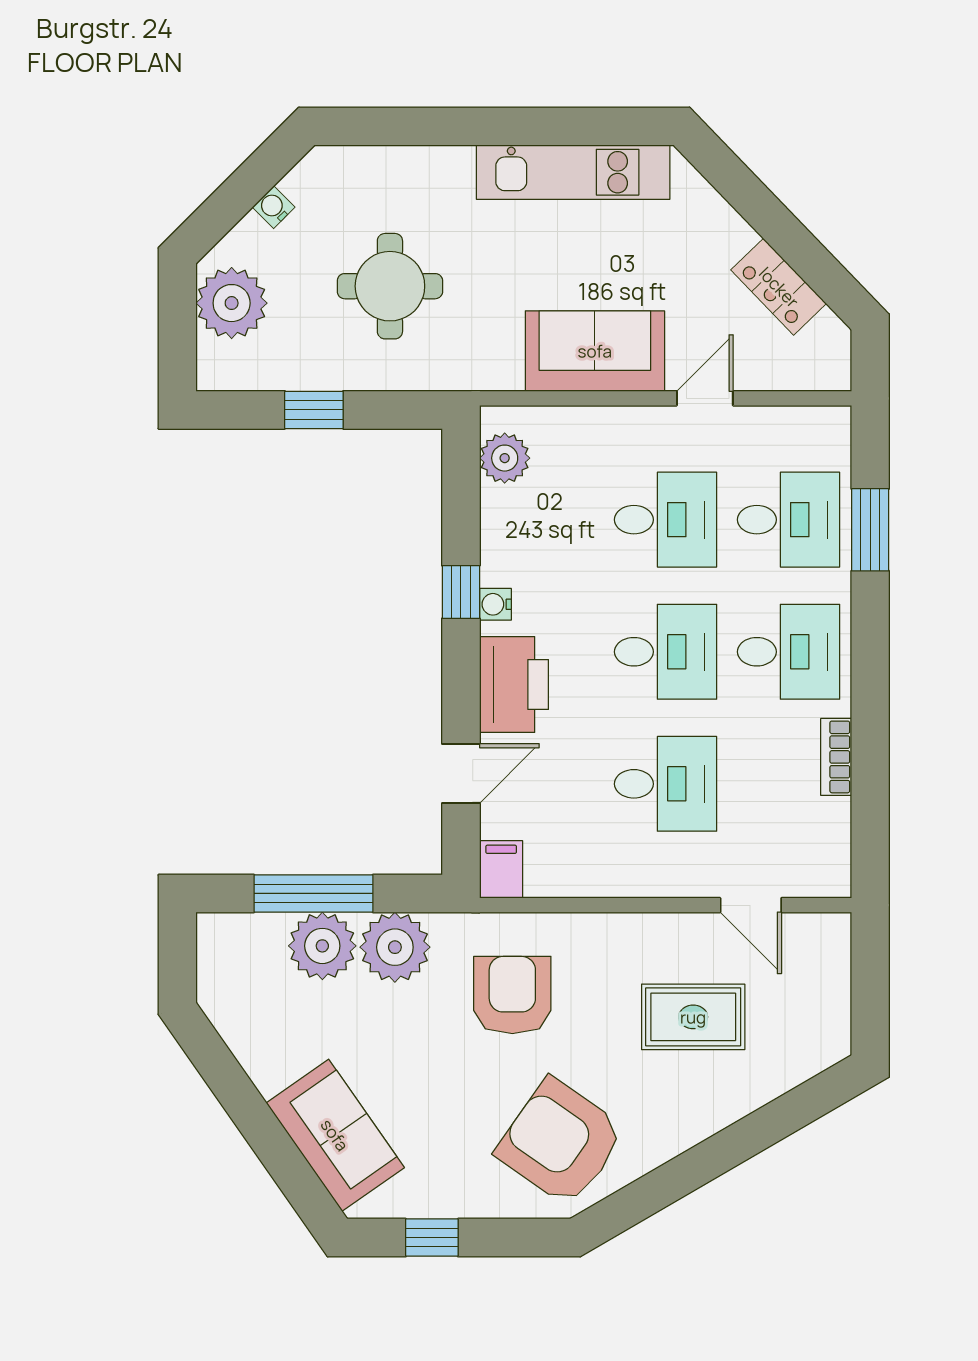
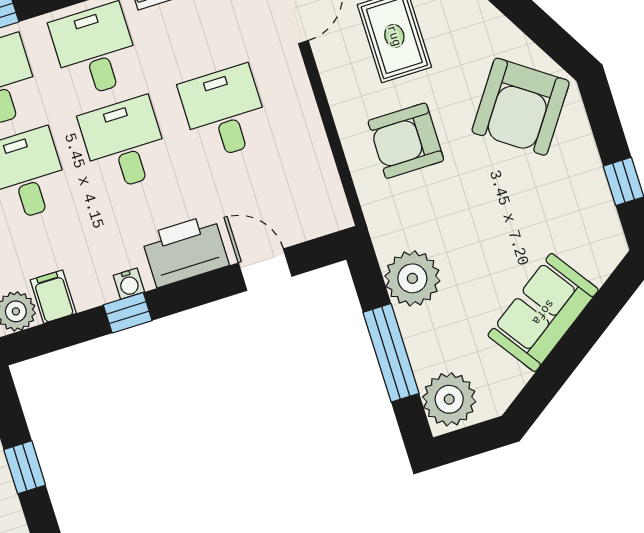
filing cabinet: (501, 869) -> (53, 297), moved, turned 90
plant: (322, 946) -> (449, 399), moved
armchair: (512, 995) -> (406, 141), moved
sofa: (335, 1135) -> (543, 312), moved

